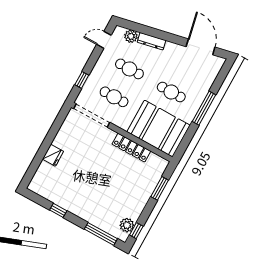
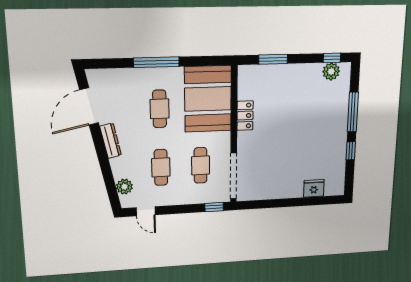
dresser: (152, 41) -> (111, 141), moved
window: (82, 80) -> (214, 207), moved
locker: (131, 148) -> (245, 116), width x0.66
fridge: (53, 155) -> (314, 188), moved
window: (101, 234) -> (353, 112), moved

